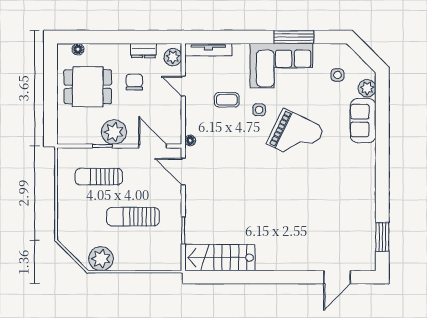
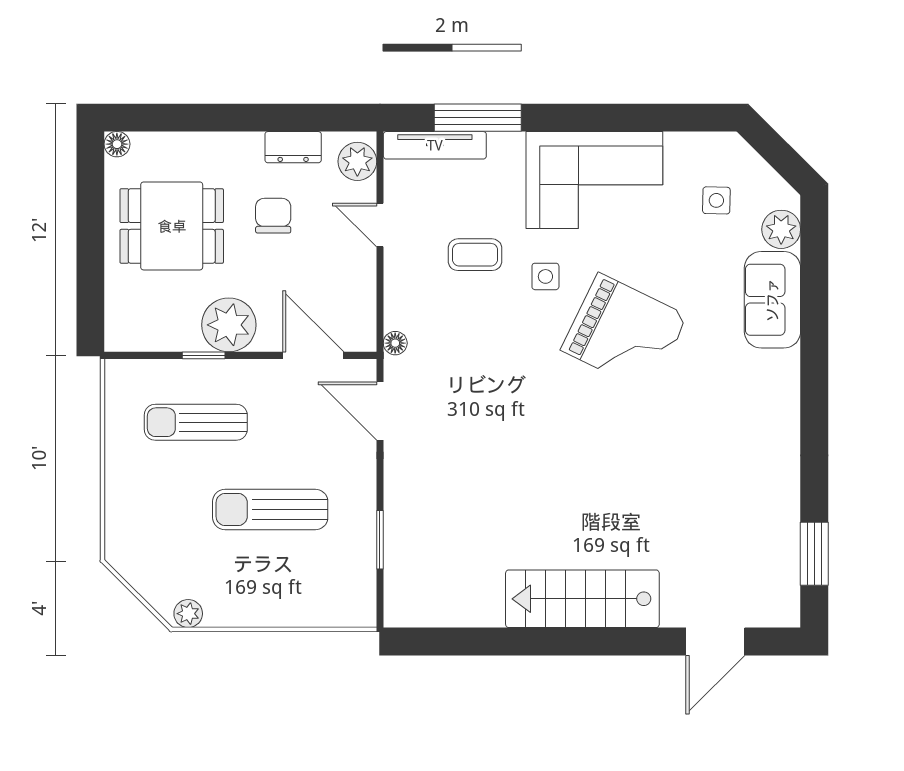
window: (294, 37) -> (478, 118), moved
floor lamp: (78, 49) -> (117, 144), moved
stairs: (220, 258) -> (582, 599), moved
plant: (101, 259) -> (188, 614), width x0.53, depth x0.53

